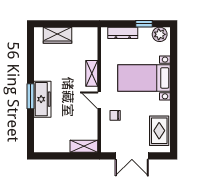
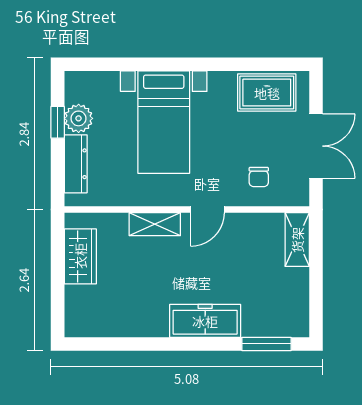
plant: (160, 34) -> (79, 118), moved
wardrobe: (57, 35) -> (80, 256), moved
window: (30, 96) -> (267, 344), moved
chair: (115, 115) -> (259, 177), moved

